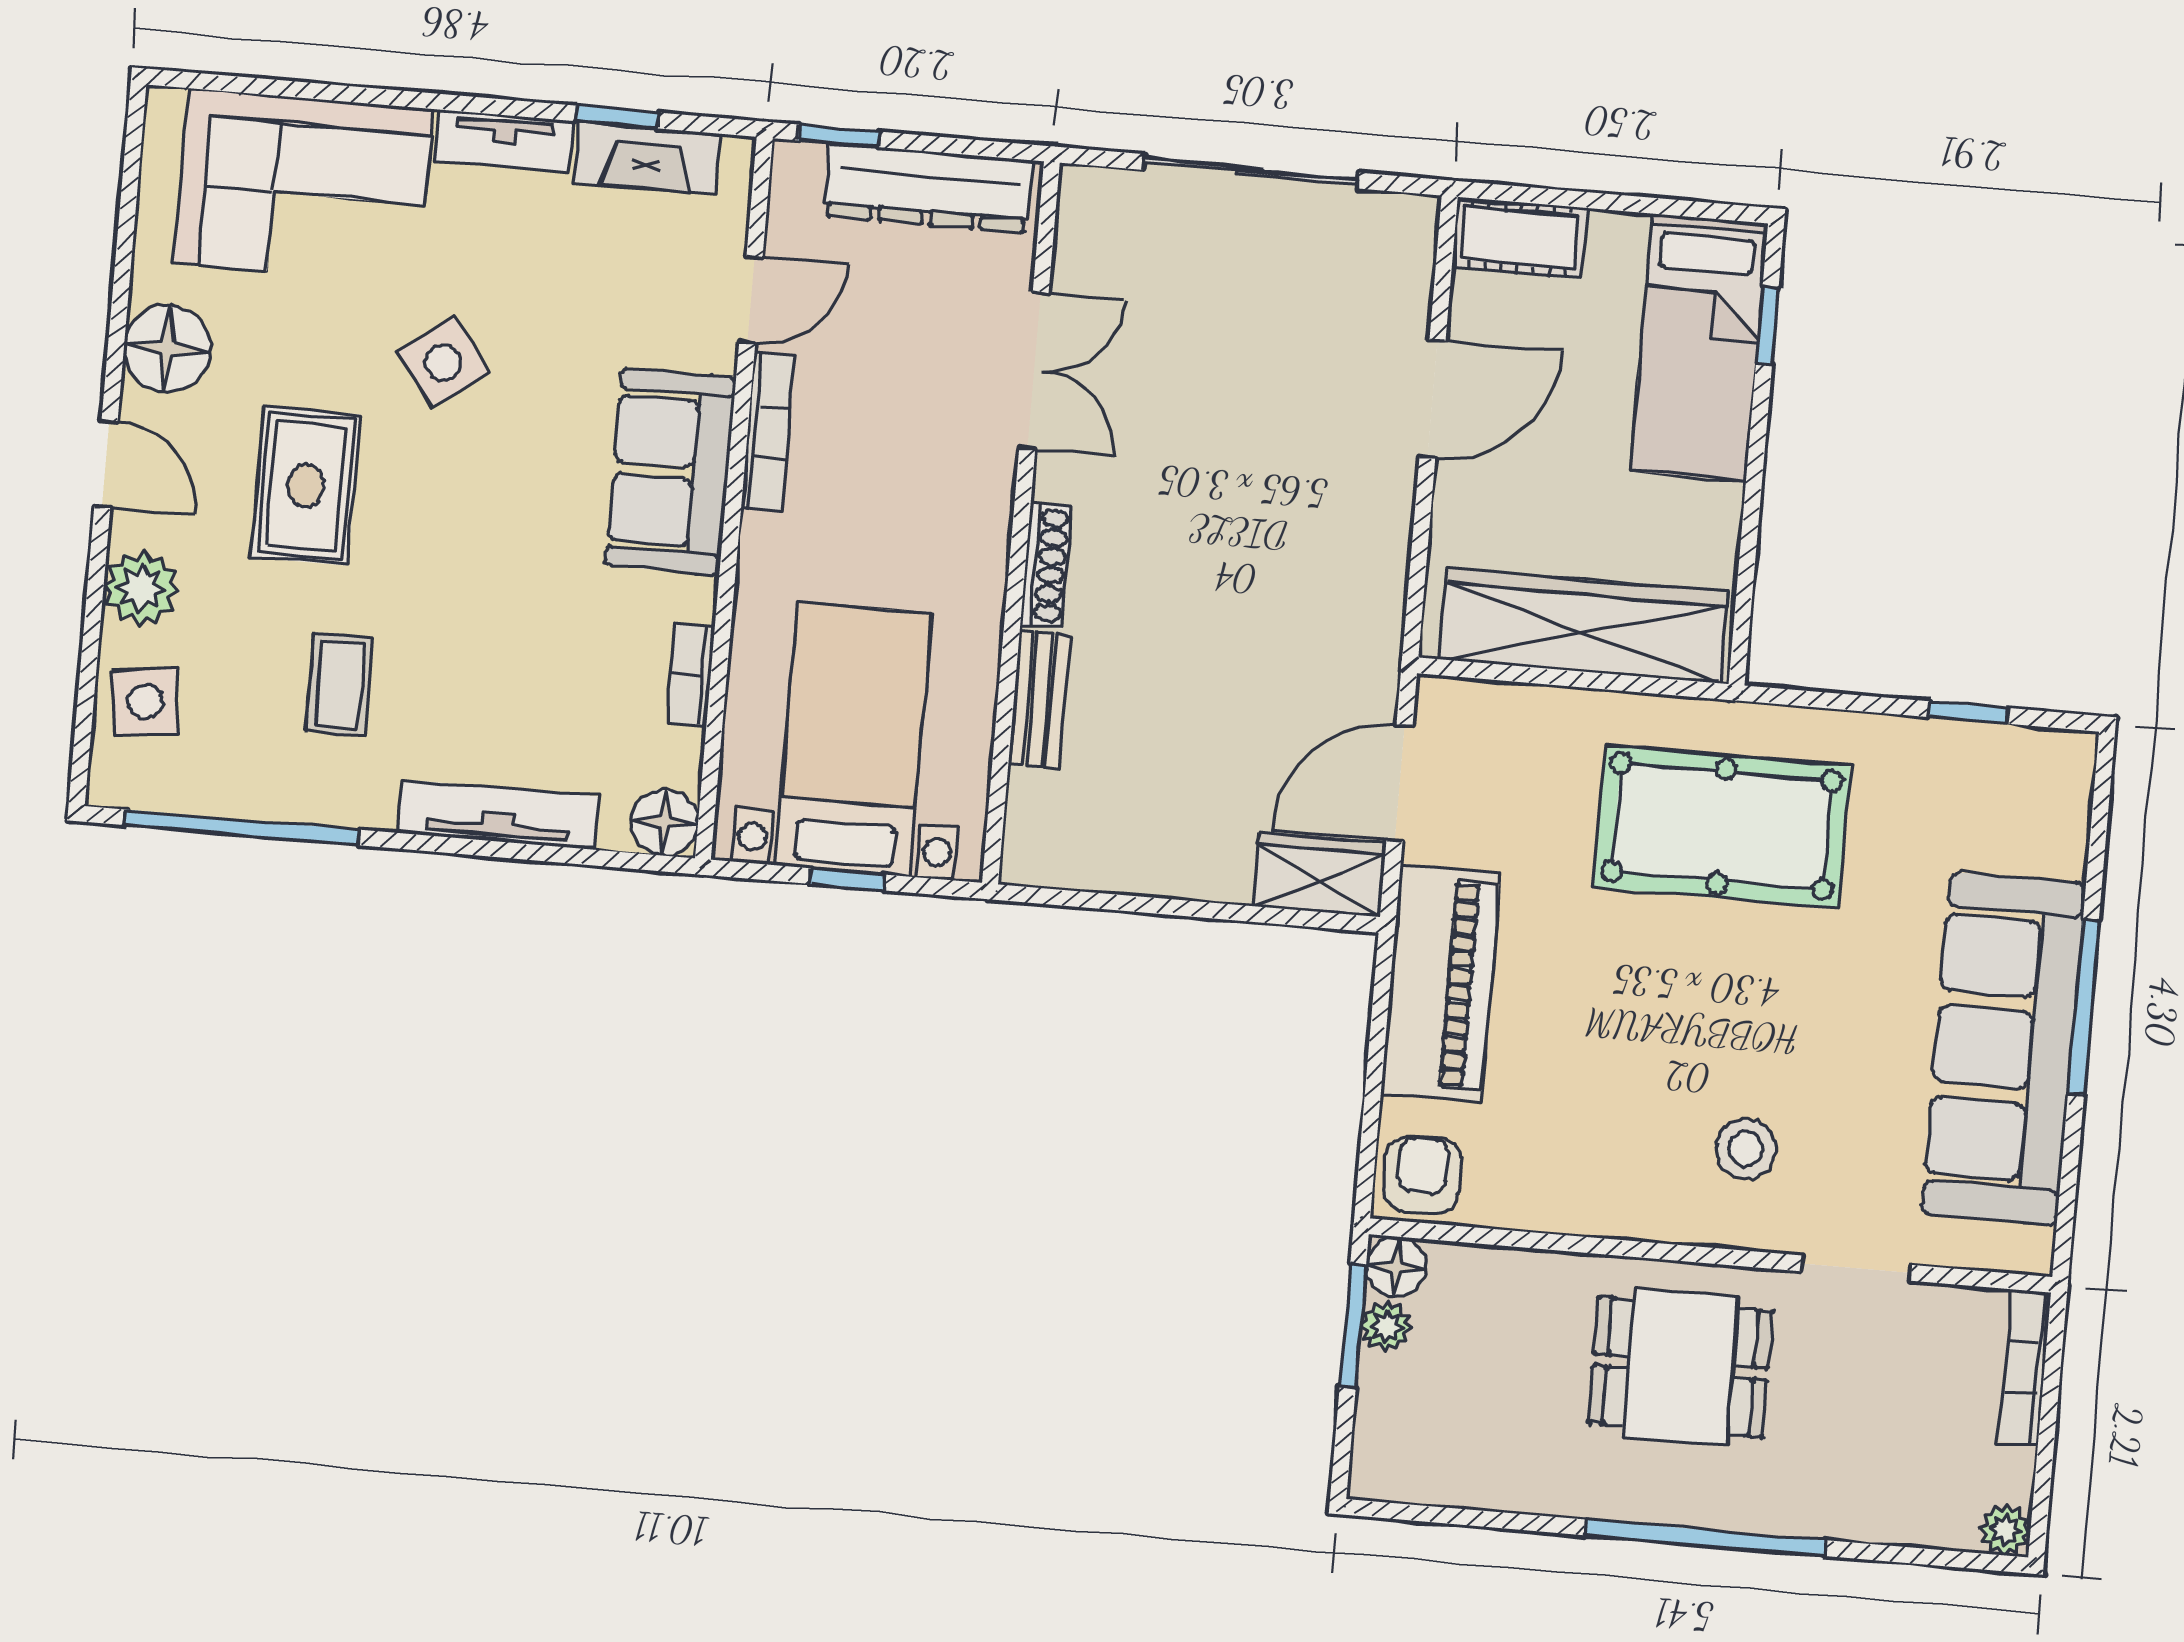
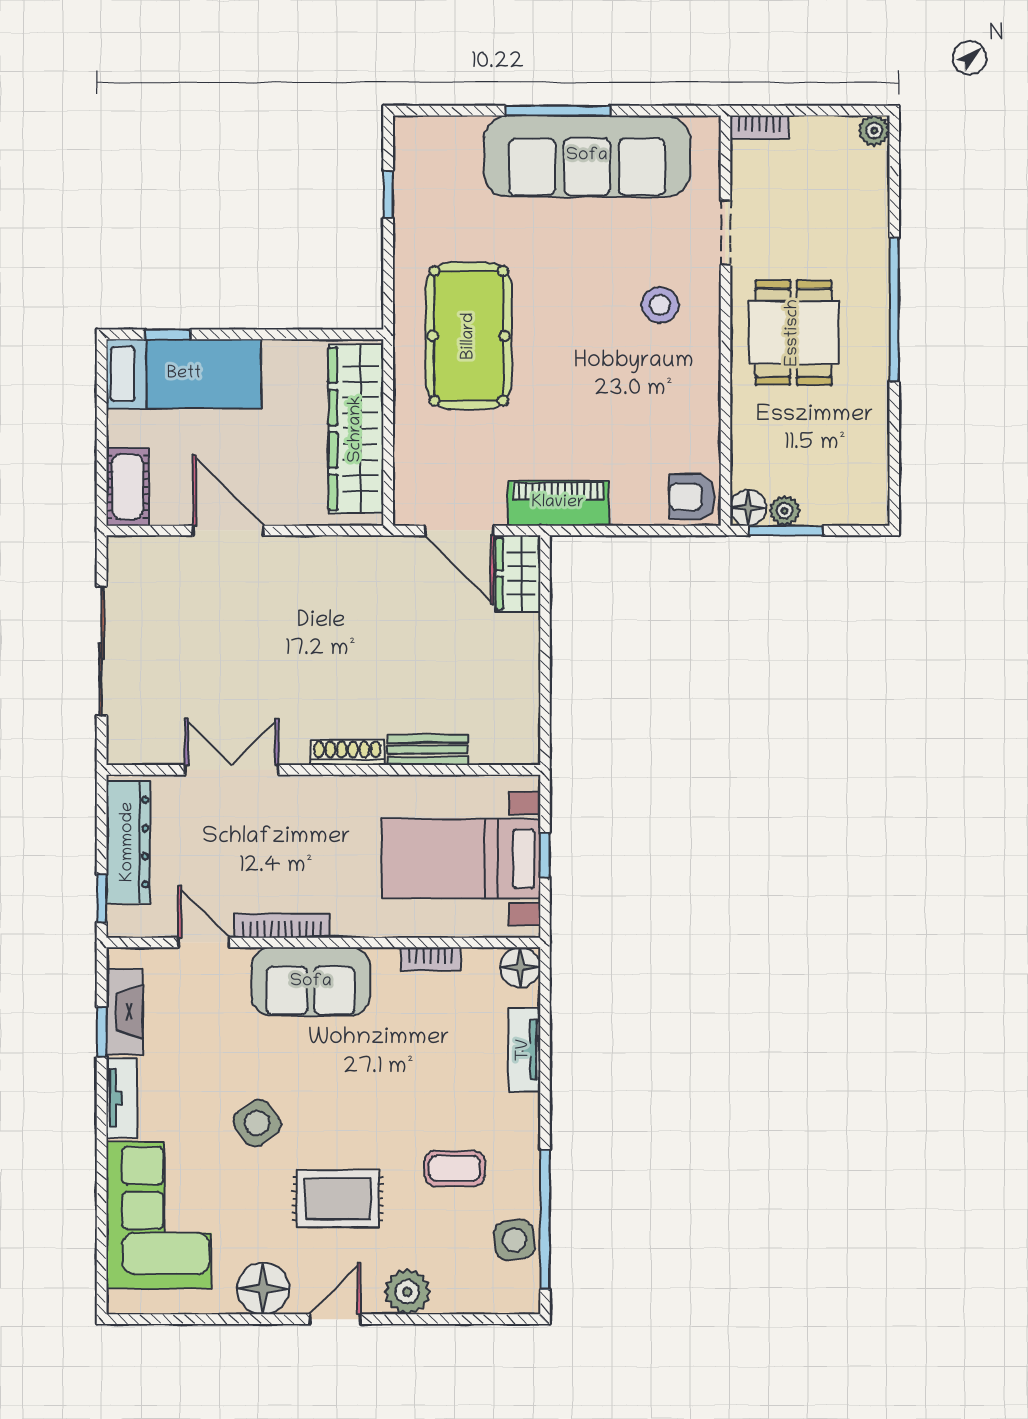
side table: (145, 702) -> (514, 1240), moved
tv unit: (498, 815) -> (524, 1050), width x0.71
piano: (1440, 984) -> (558, 503), width x0.73, depth x0.75
bookcase: (2025, 1367) -> (759, 127), width x0.64

